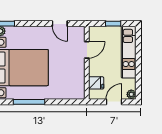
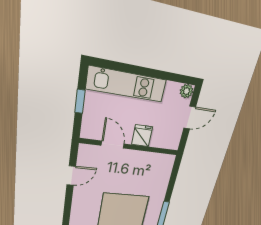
fridge: (96, 83) -> (142, 136), moved
door: (114, 102) -> (190, 118), swing flipped

